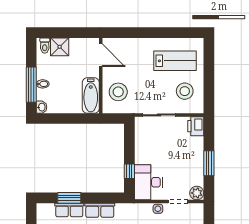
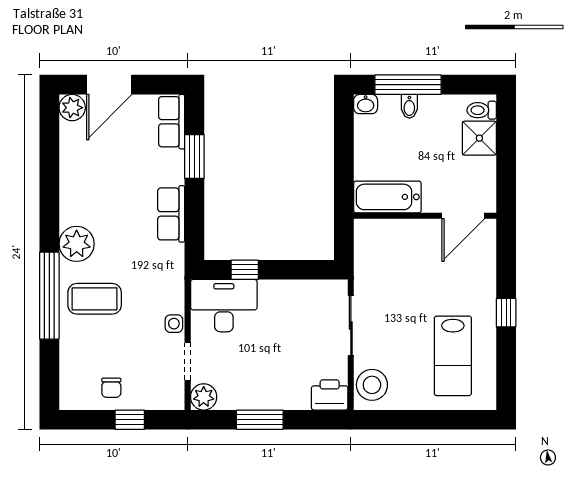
window: (152, 33) -> (506, 313), added
stool: (185, 91) -> (372, 385), moved
stool: (118, 92) -> (394, 249), removed
row of seats: (69, 210) -> (172, 122), moved

